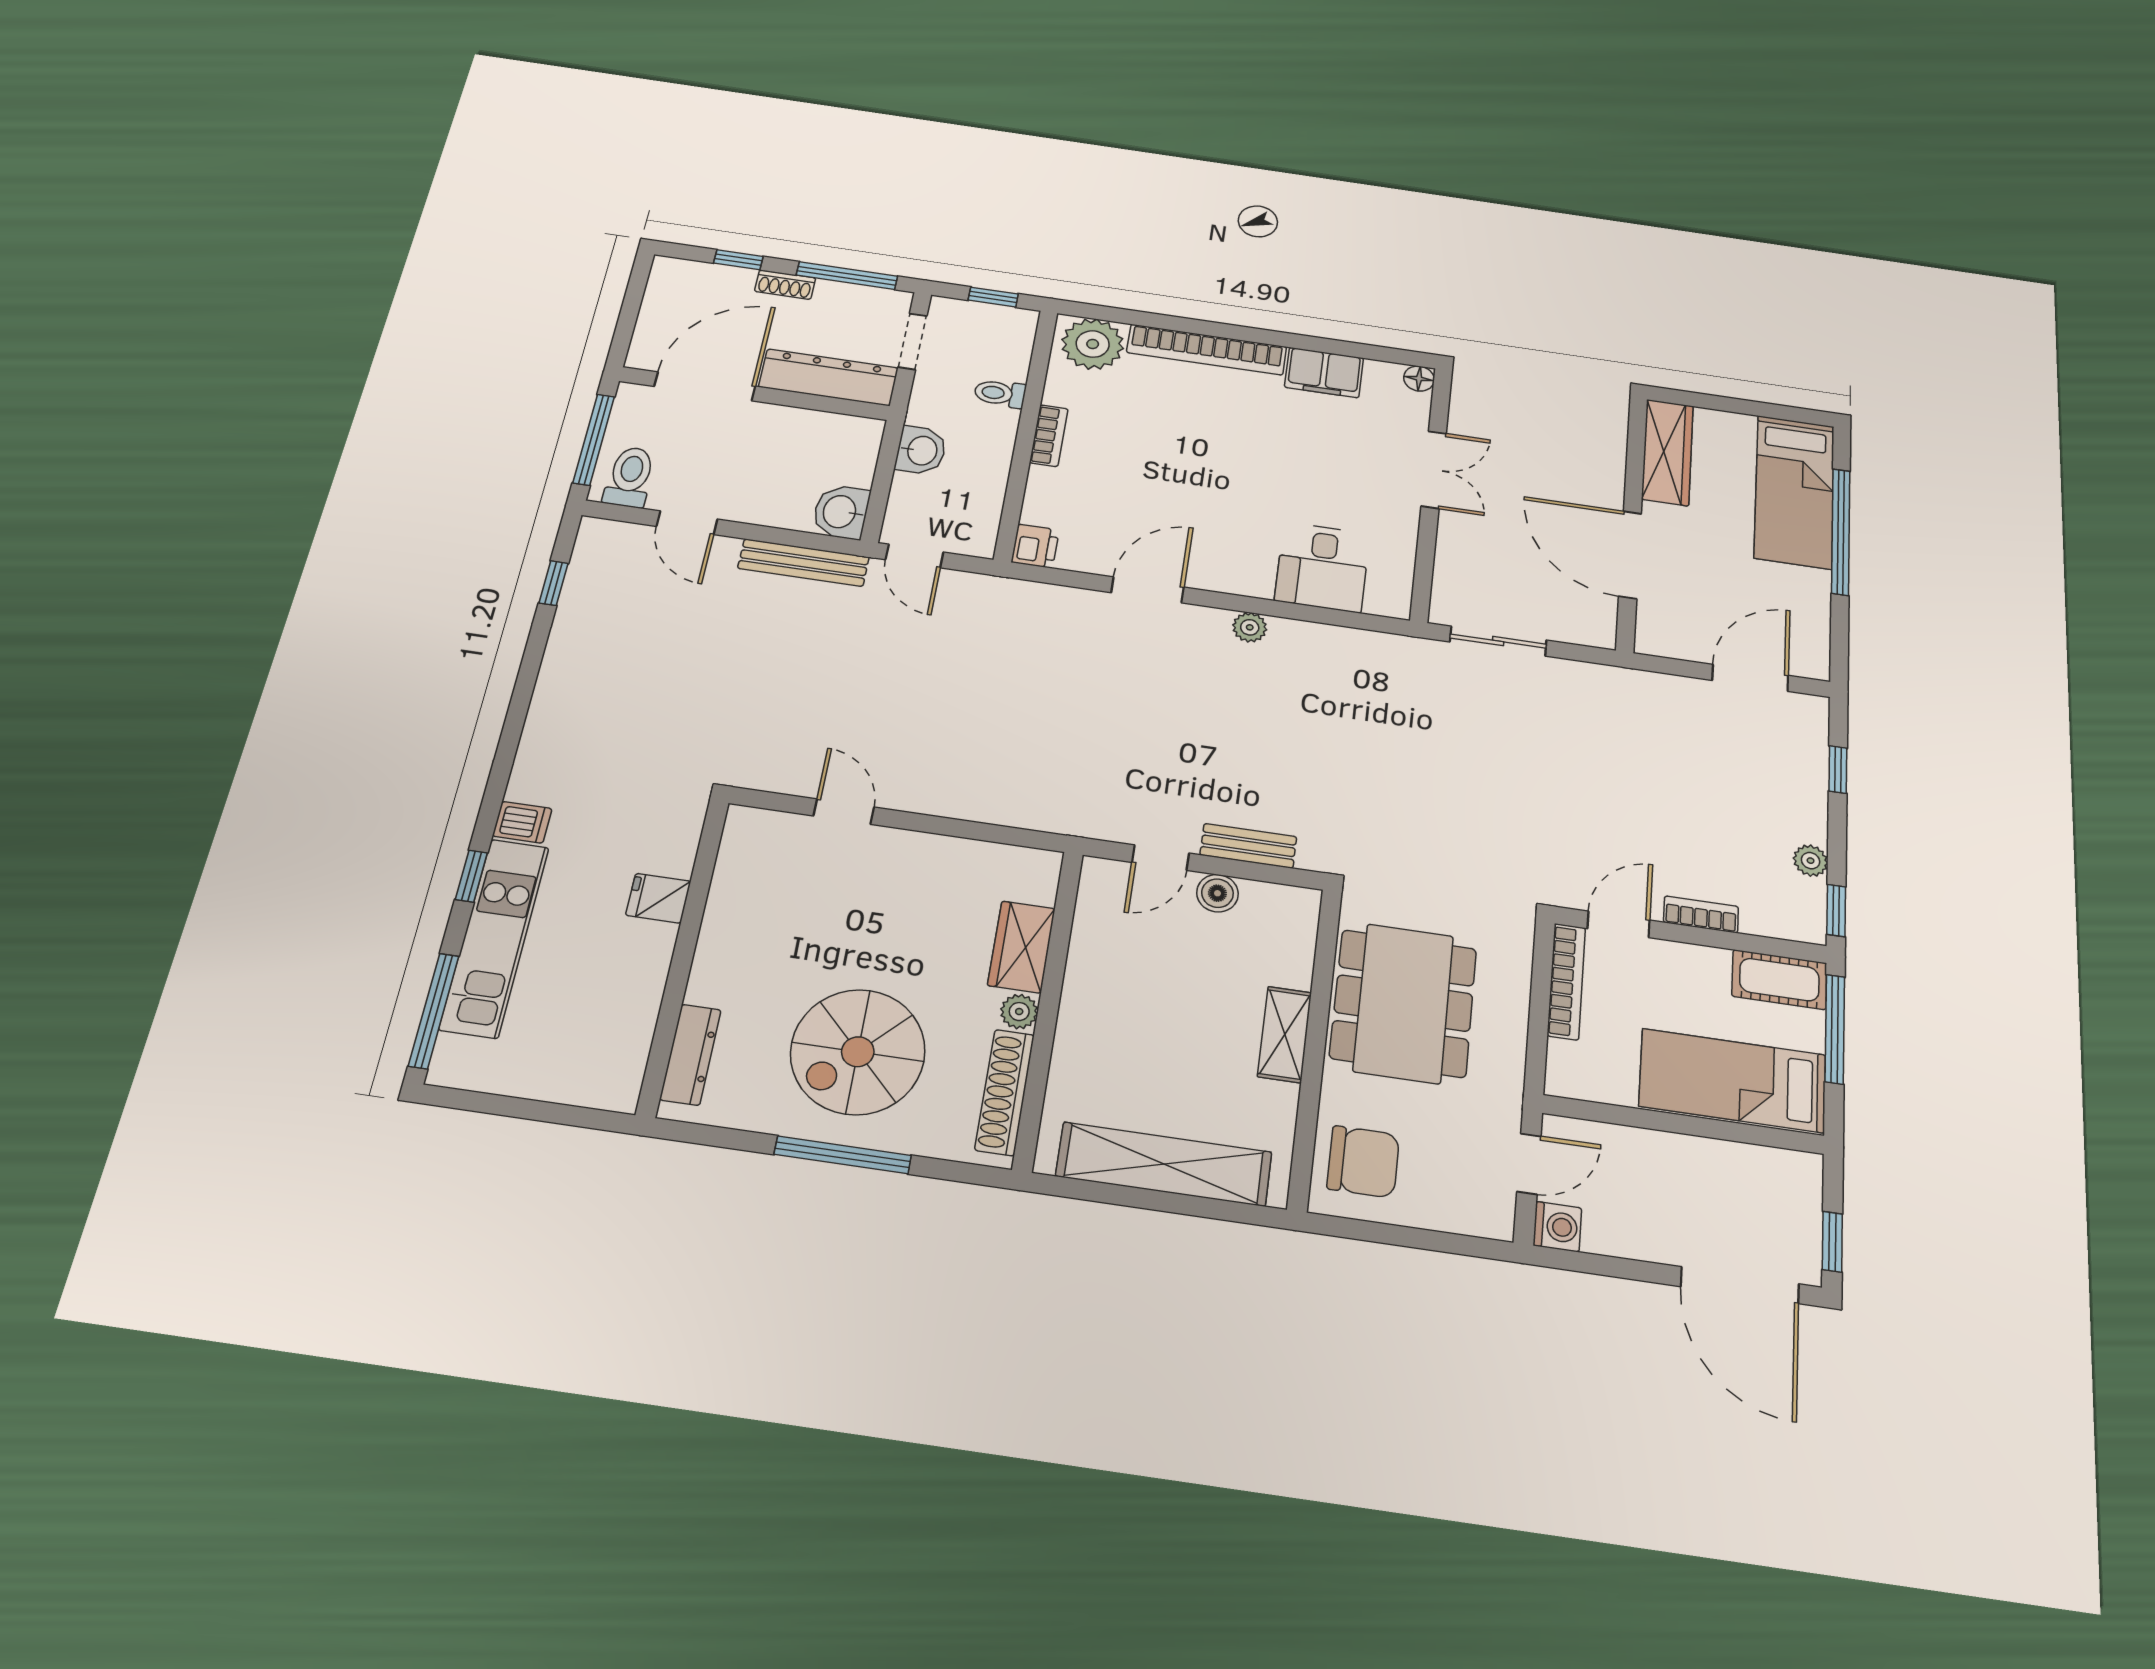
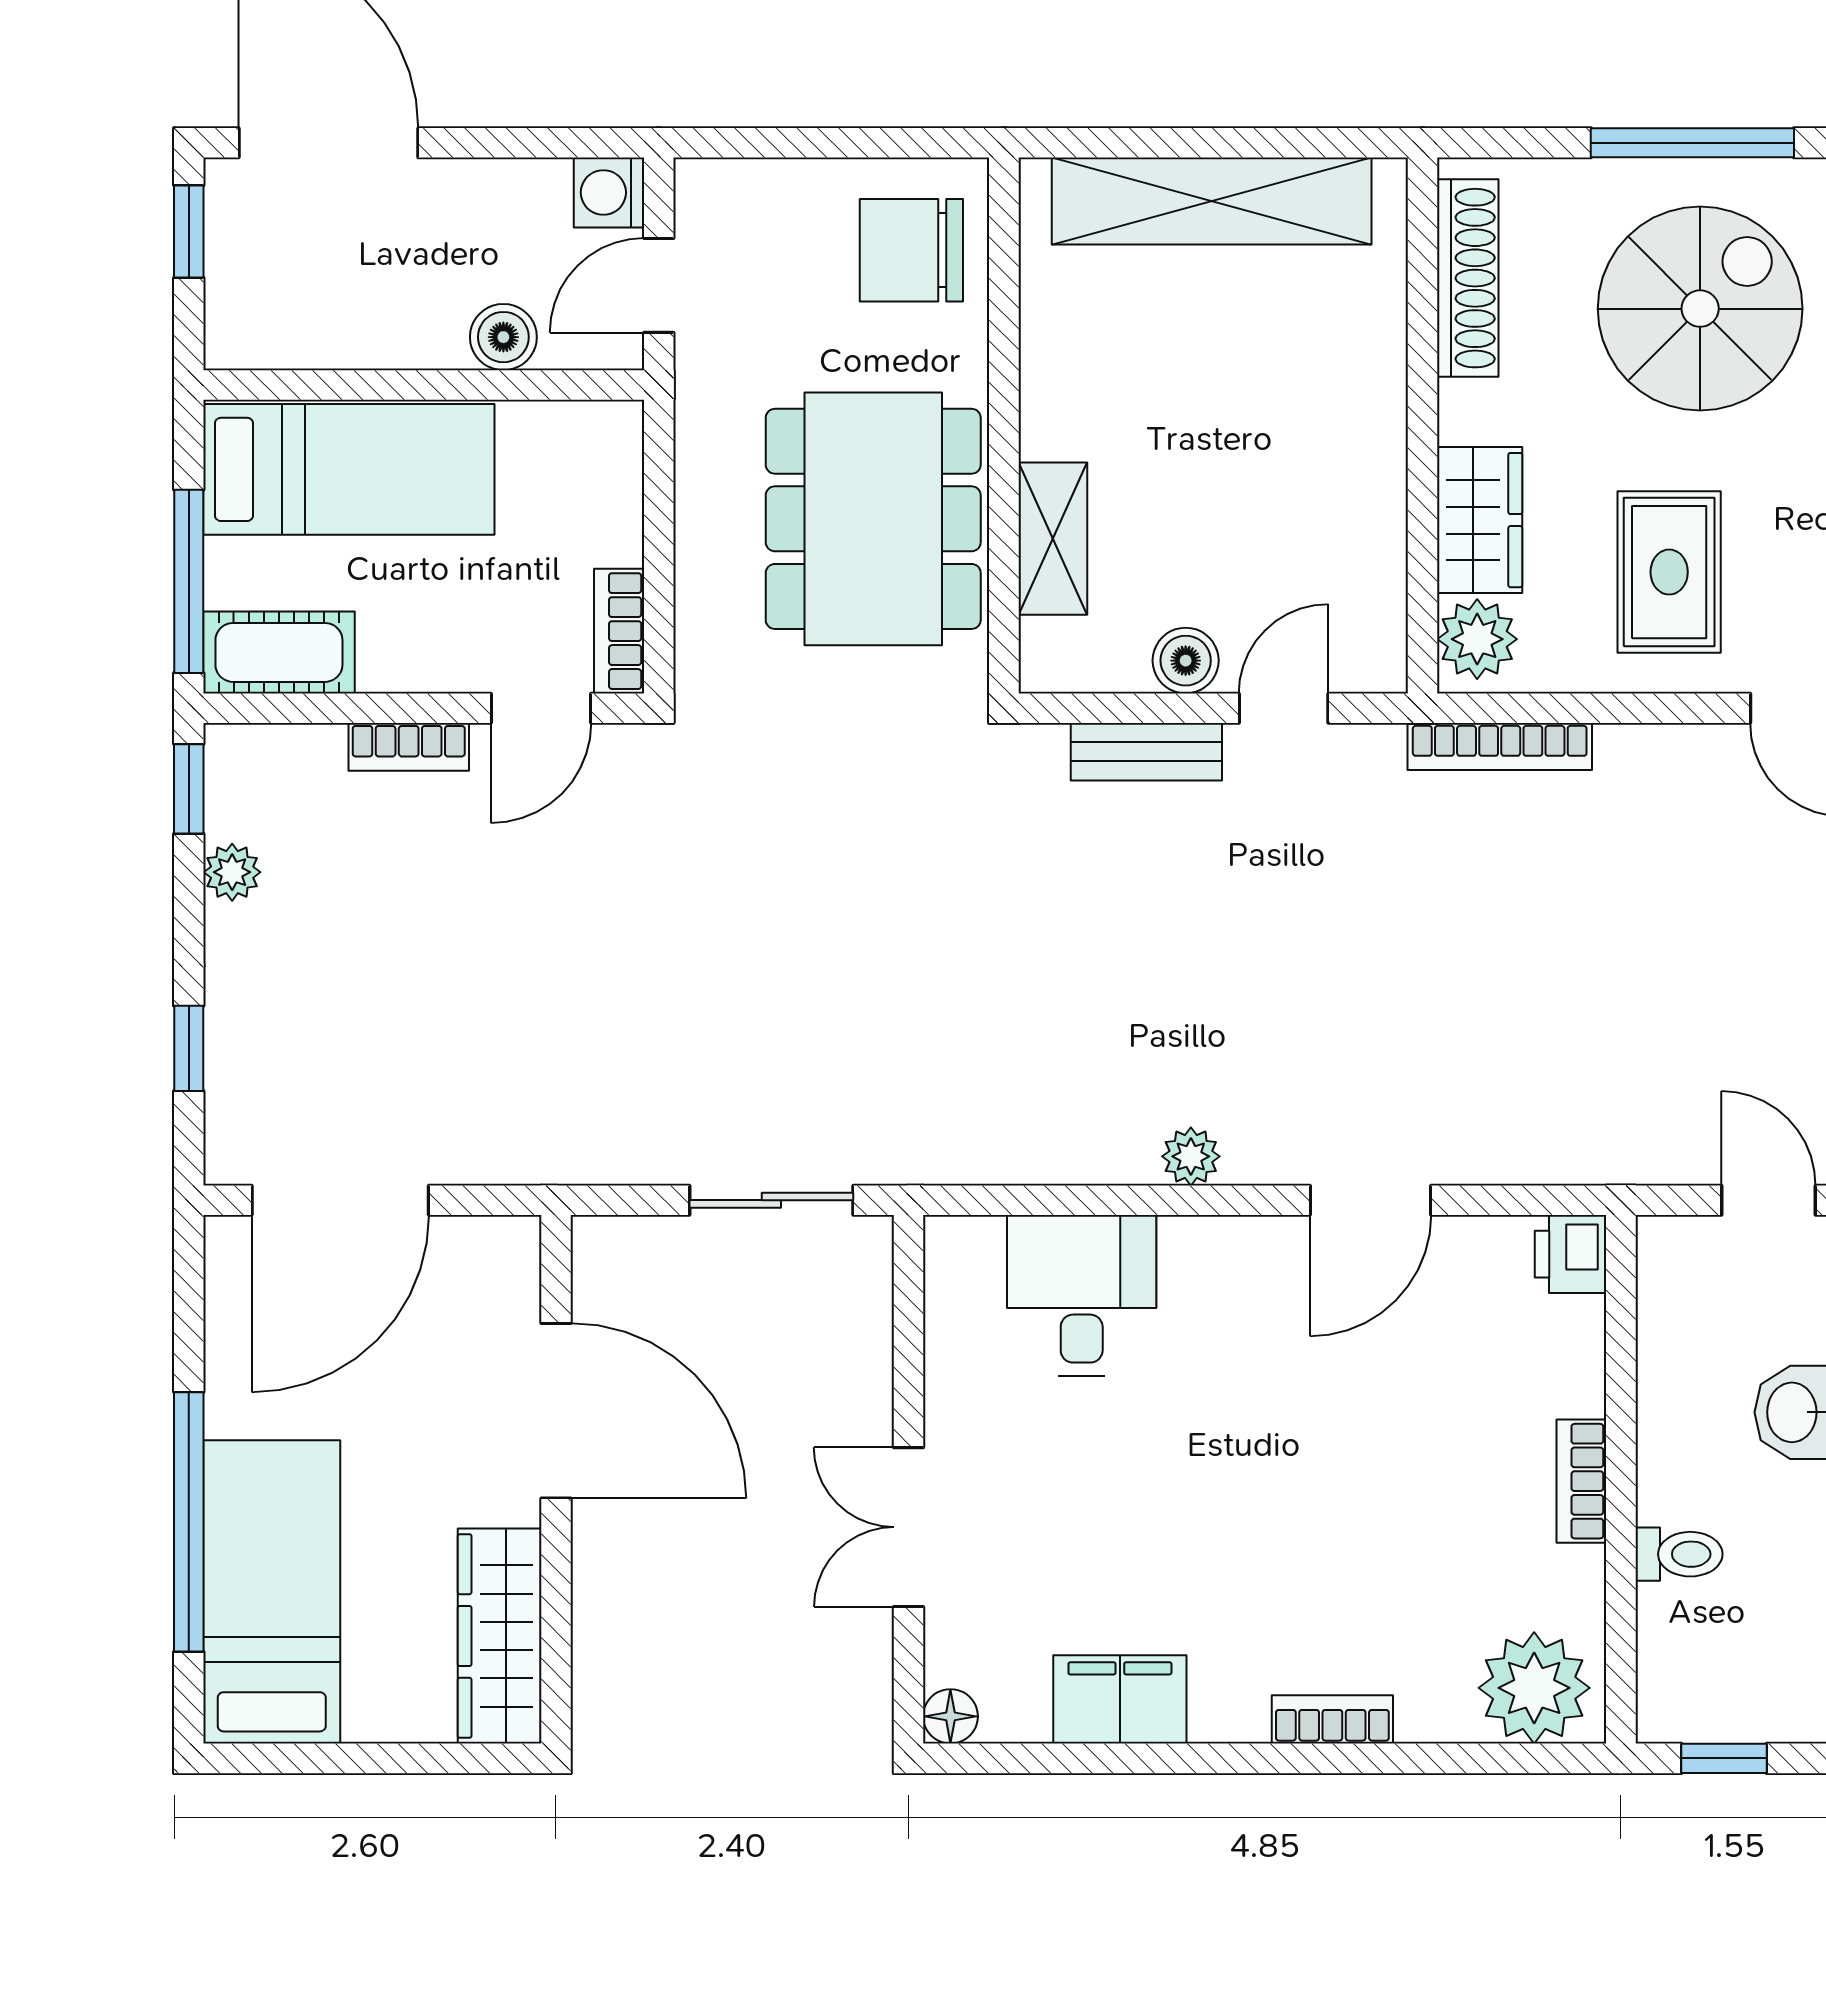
bookcase: (1207, 350) -> (1332, 1719), width x0.43, depth x0.76
door: (1750, 678) -> (340, 1200), width x1.36
bookcase: (1031, 817) -> (1500, 746), added
rug: (908, 900) -> (1669, 572), added
bookcase: (1566, 981) -> (619, 631), width x0.64
plant: (1019, 1012) -> (1477, 639), moved, width x1.38, depth x1.38
shelving: (1285, 1034) -> (1053, 539), moved
boiler: (1631, 1146) -> (503, 337), added

